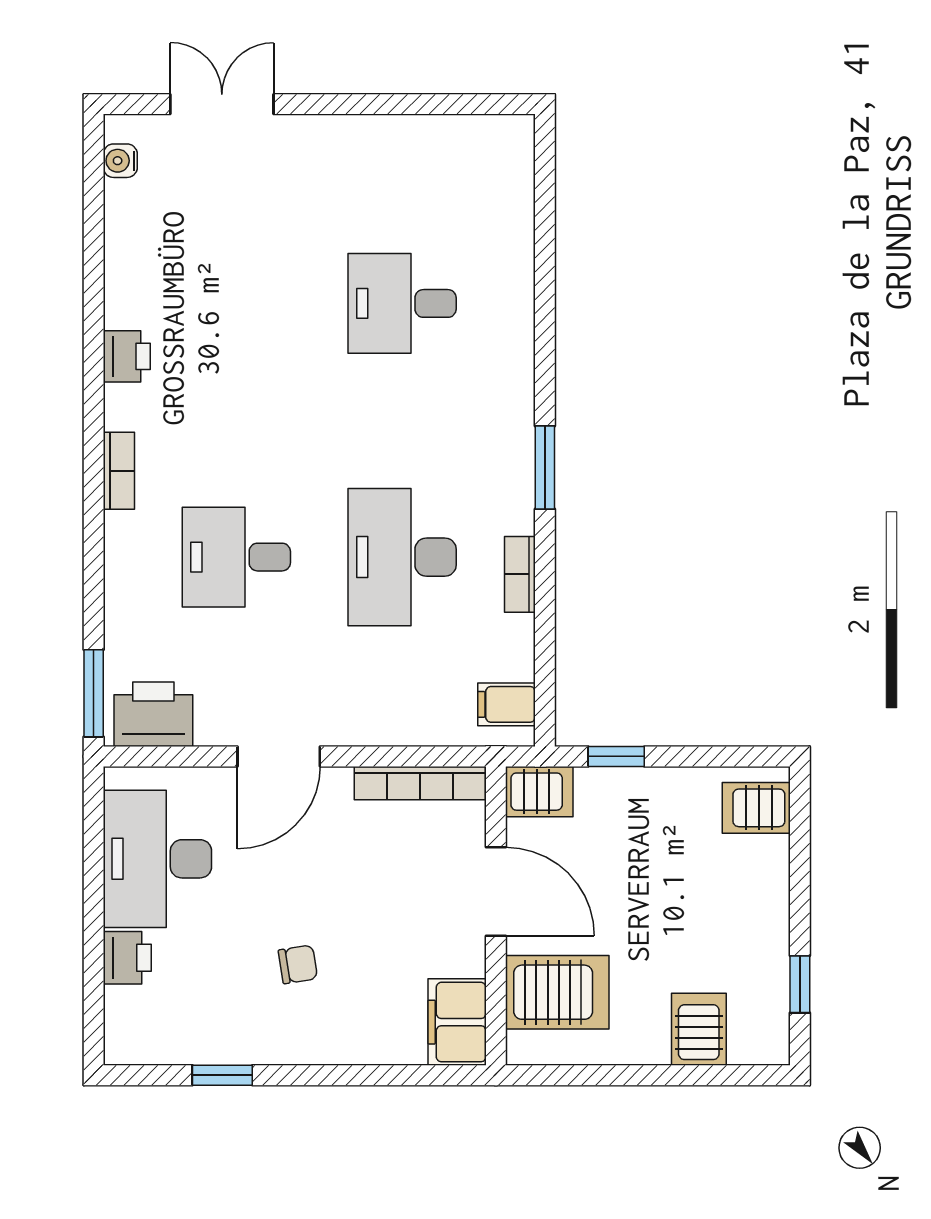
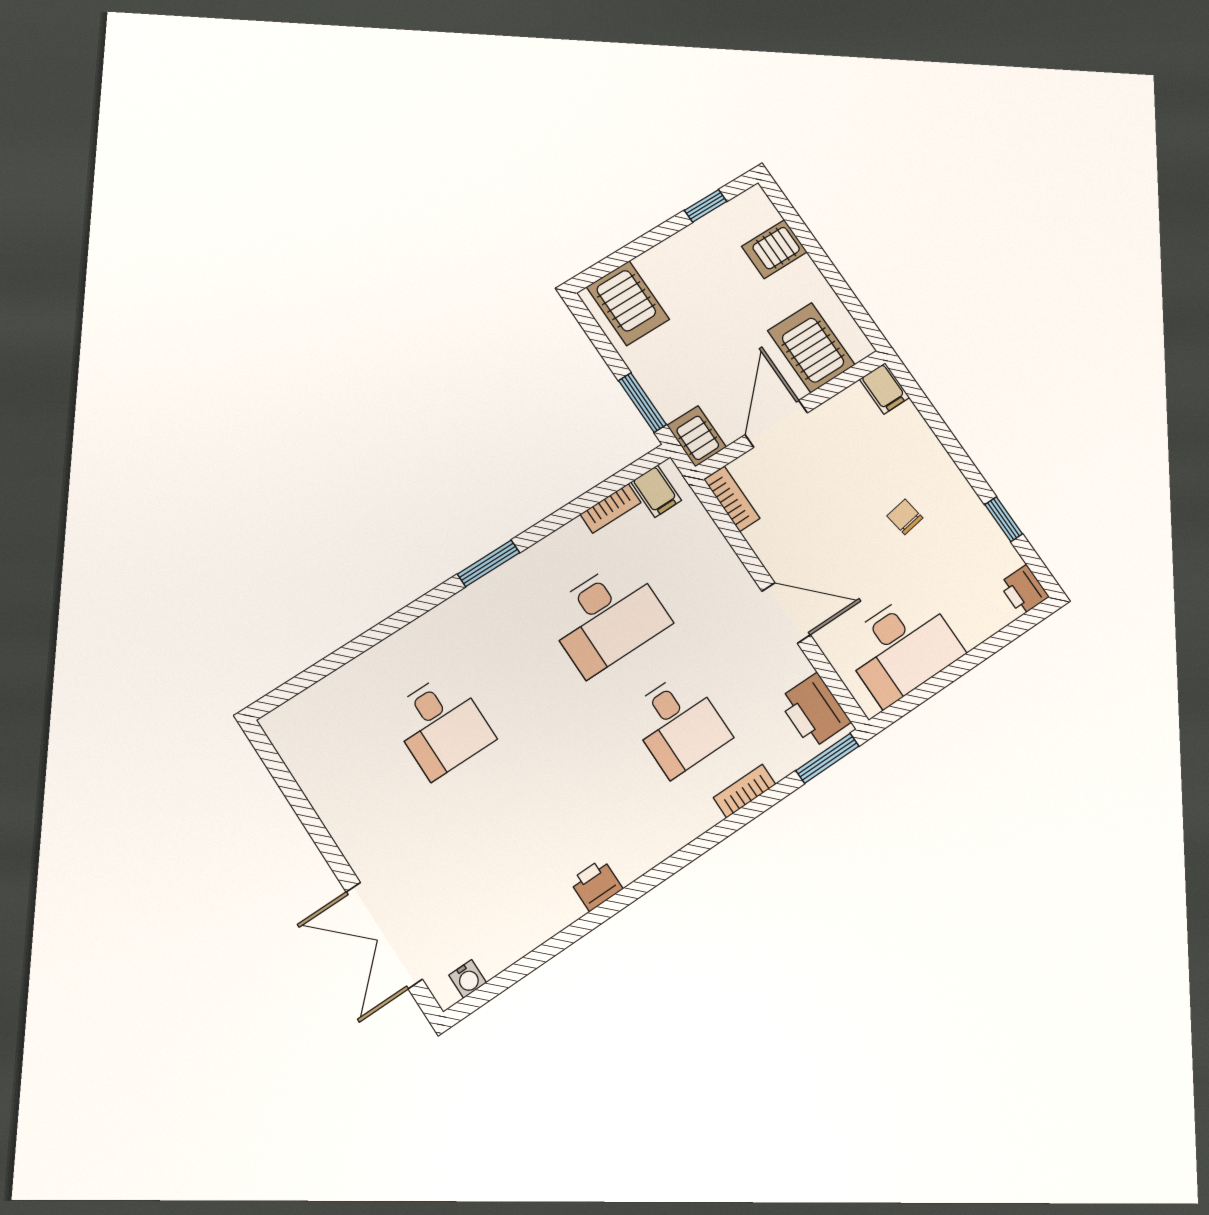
double door: (222, 104) -> (384, 935), width x1.37
bookcase: (119, 471) -> (745, 791), moved
bookcase: (520, 574) -> (610, 508), moved
window: (616, 756) -> (642, 403), width x1.50
bookcase: (420, 783) -> (732, 499), width x0.64
server rack: (756, 808) -> (628, 303), width x1.36, depth x1.44
printer: (127, 958) -> (1024, 590), moved, turned -90
filing cabinet: (457, 1022) -> (884, 388), width x0.50

